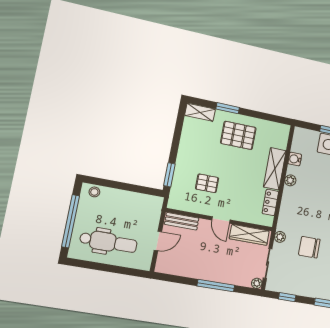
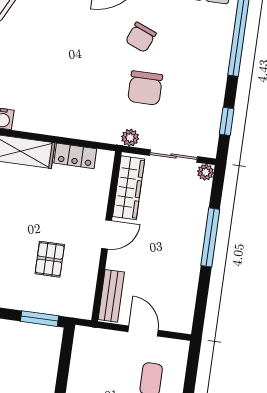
plant: (290, 180) -> (38, 124), removed

